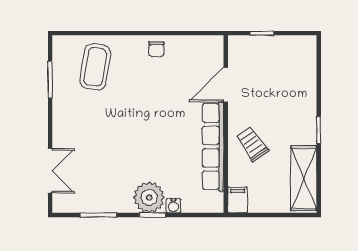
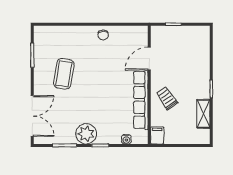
coffee table: (95, 67) -> (64, 74), moved
double door: (50, 171) -> (32, 116), width x1.37
shelving: (304, 178) -> (203, 114), width x0.67, depth x0.75
plant: (149, 197) -> (86, 134), moved
water cooler: (173, 206) -> (126, 139), moved

